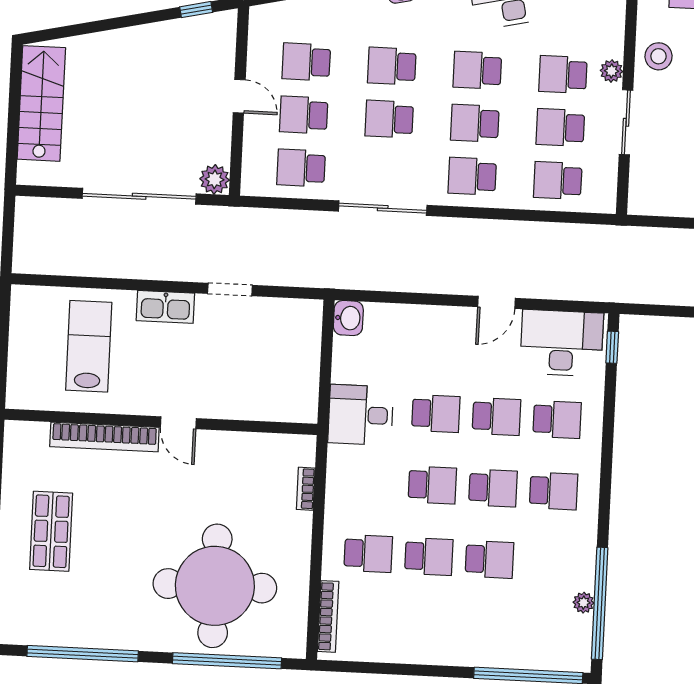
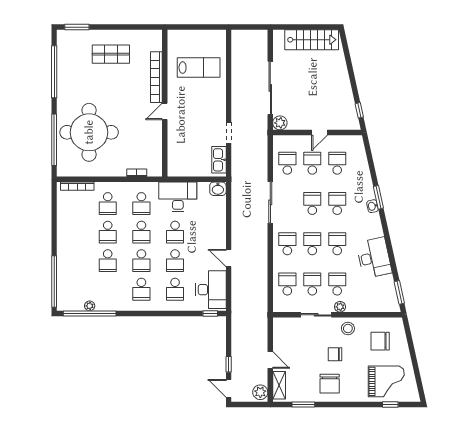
kitchen sink: (165, 307) -> (219, 160), moved
desk: (361, 415) -> (178, 197), width x1.37
school desk: (372, 482) -> (141, 204), added

